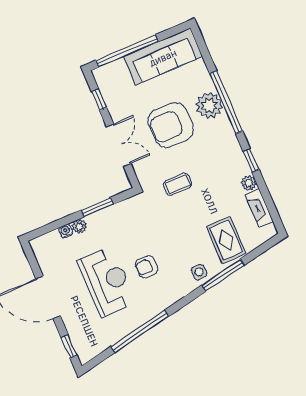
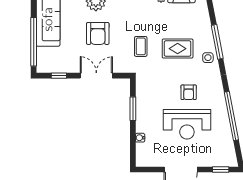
armchair: (171, 125) -> (98, 33), width x0.73, depth x0.73
plant: (79, 226) -> (141, 127), removed
rug: (226, 240) -> (178, 49), moved
reception desk: (107, 281) -> (187, 124), turned 180

